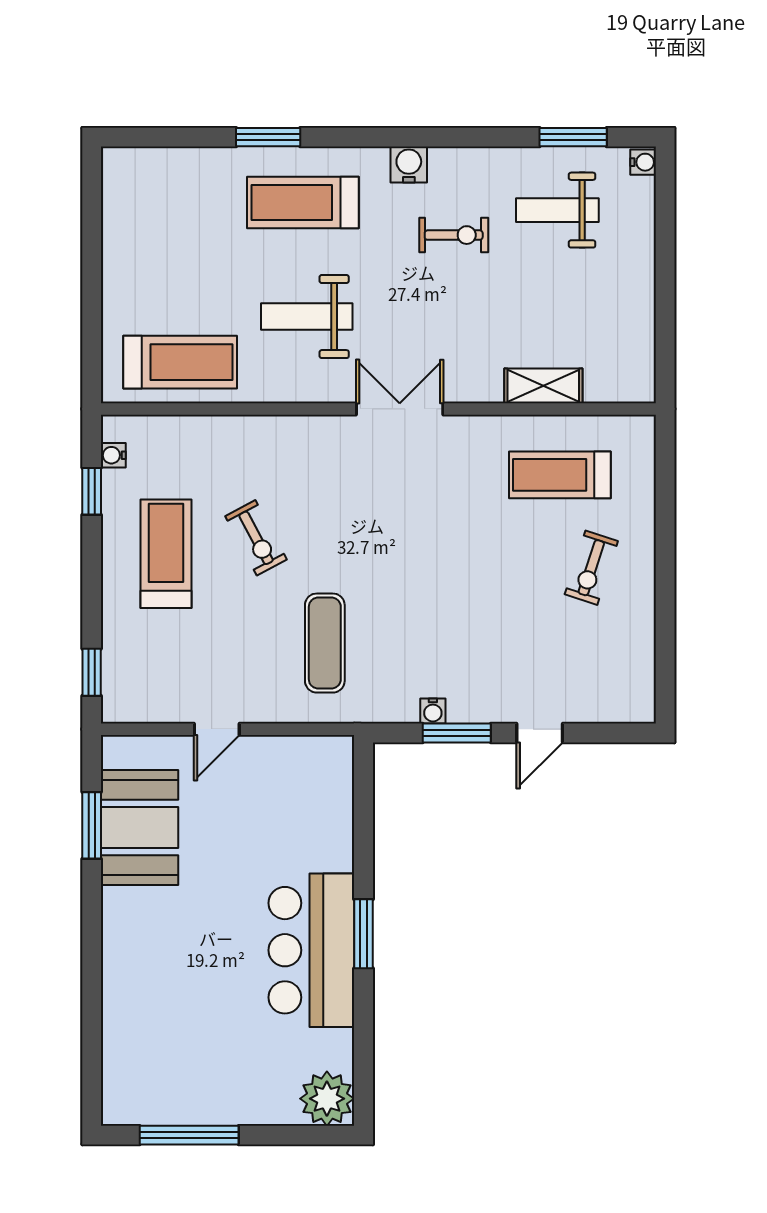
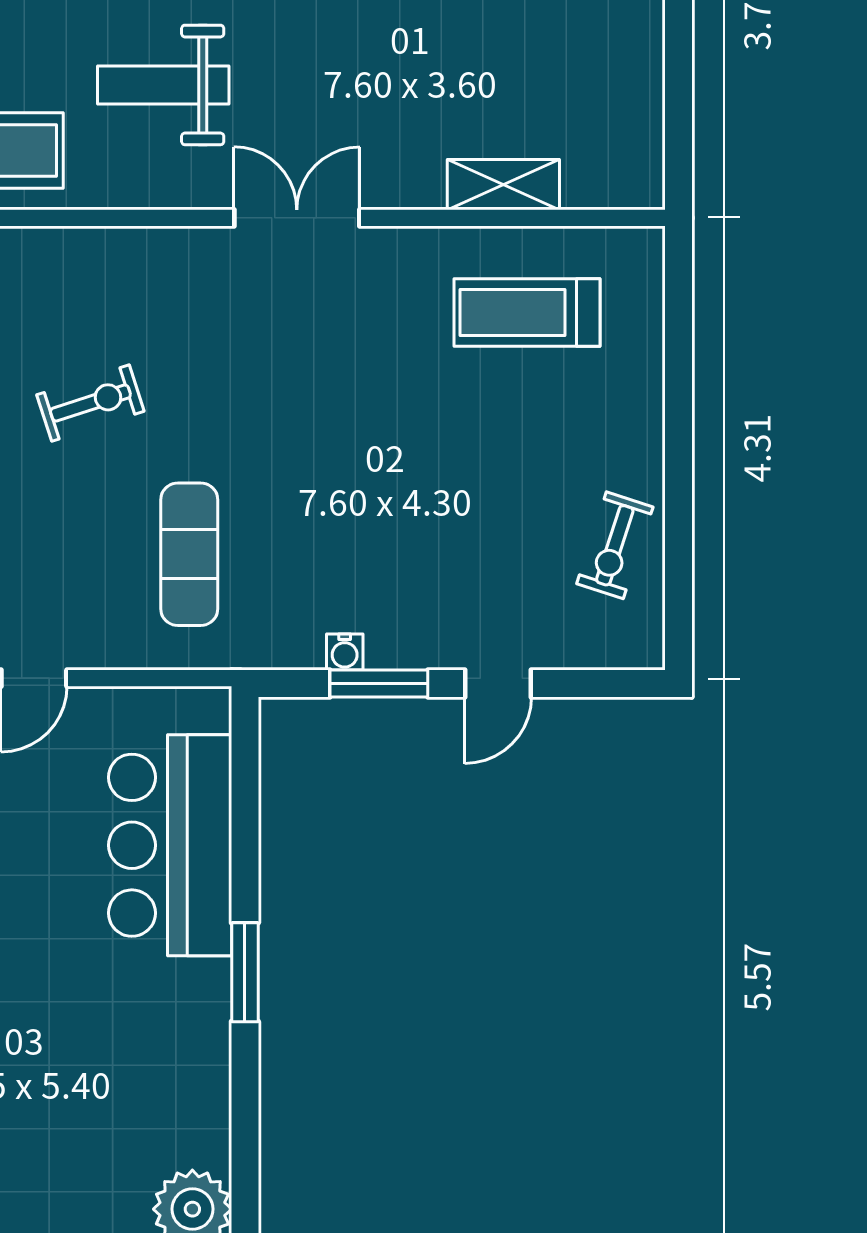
exercise bike: (256, 538) -> (90, 403), turned -80
exercise bike: (591, 568) -> (615, 545), moved
bar counter: (311, 950) -> (170, 845), moved

